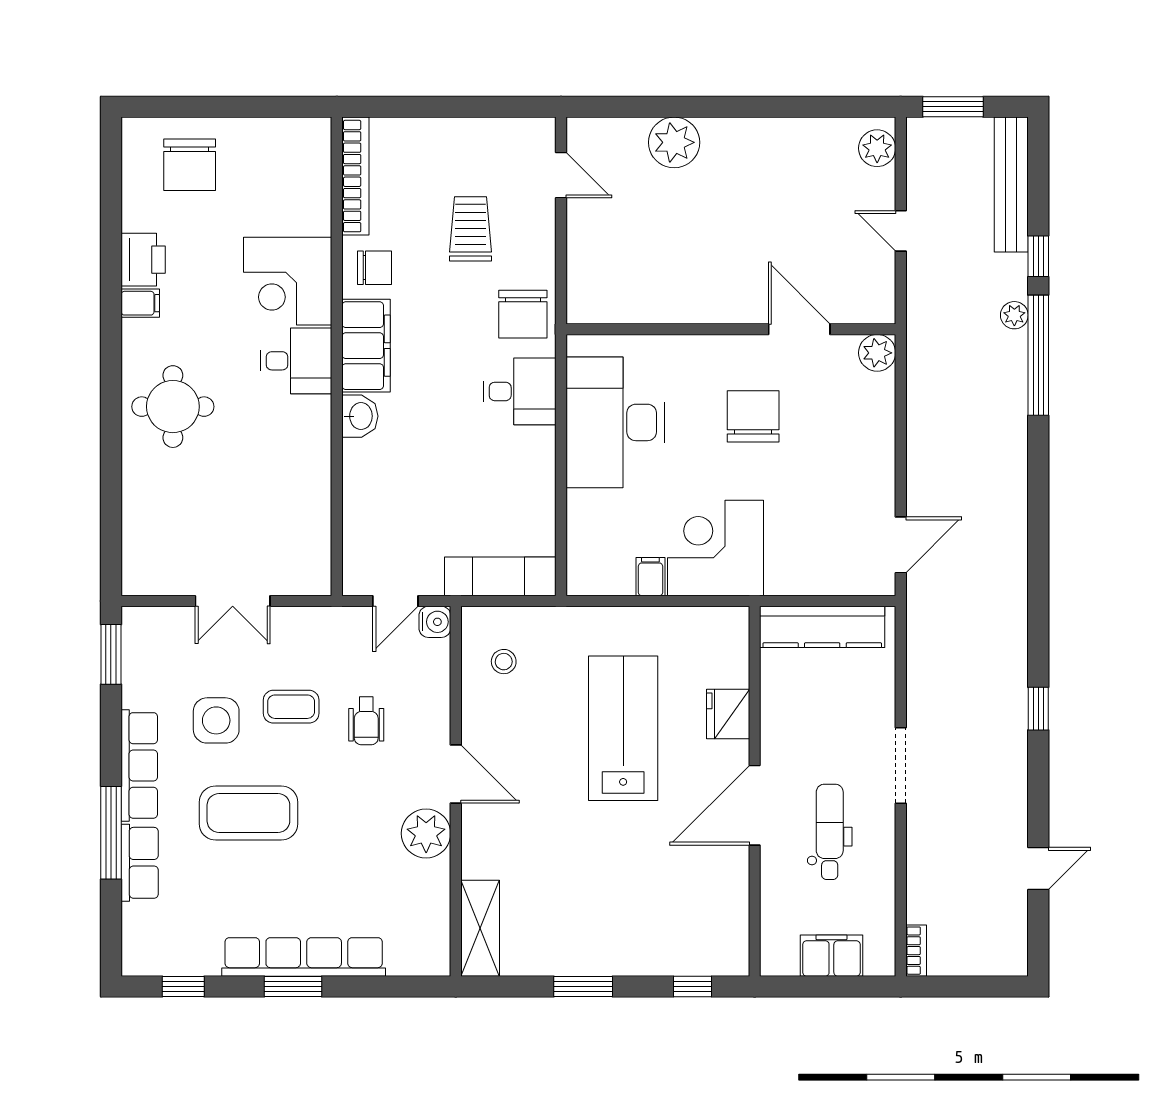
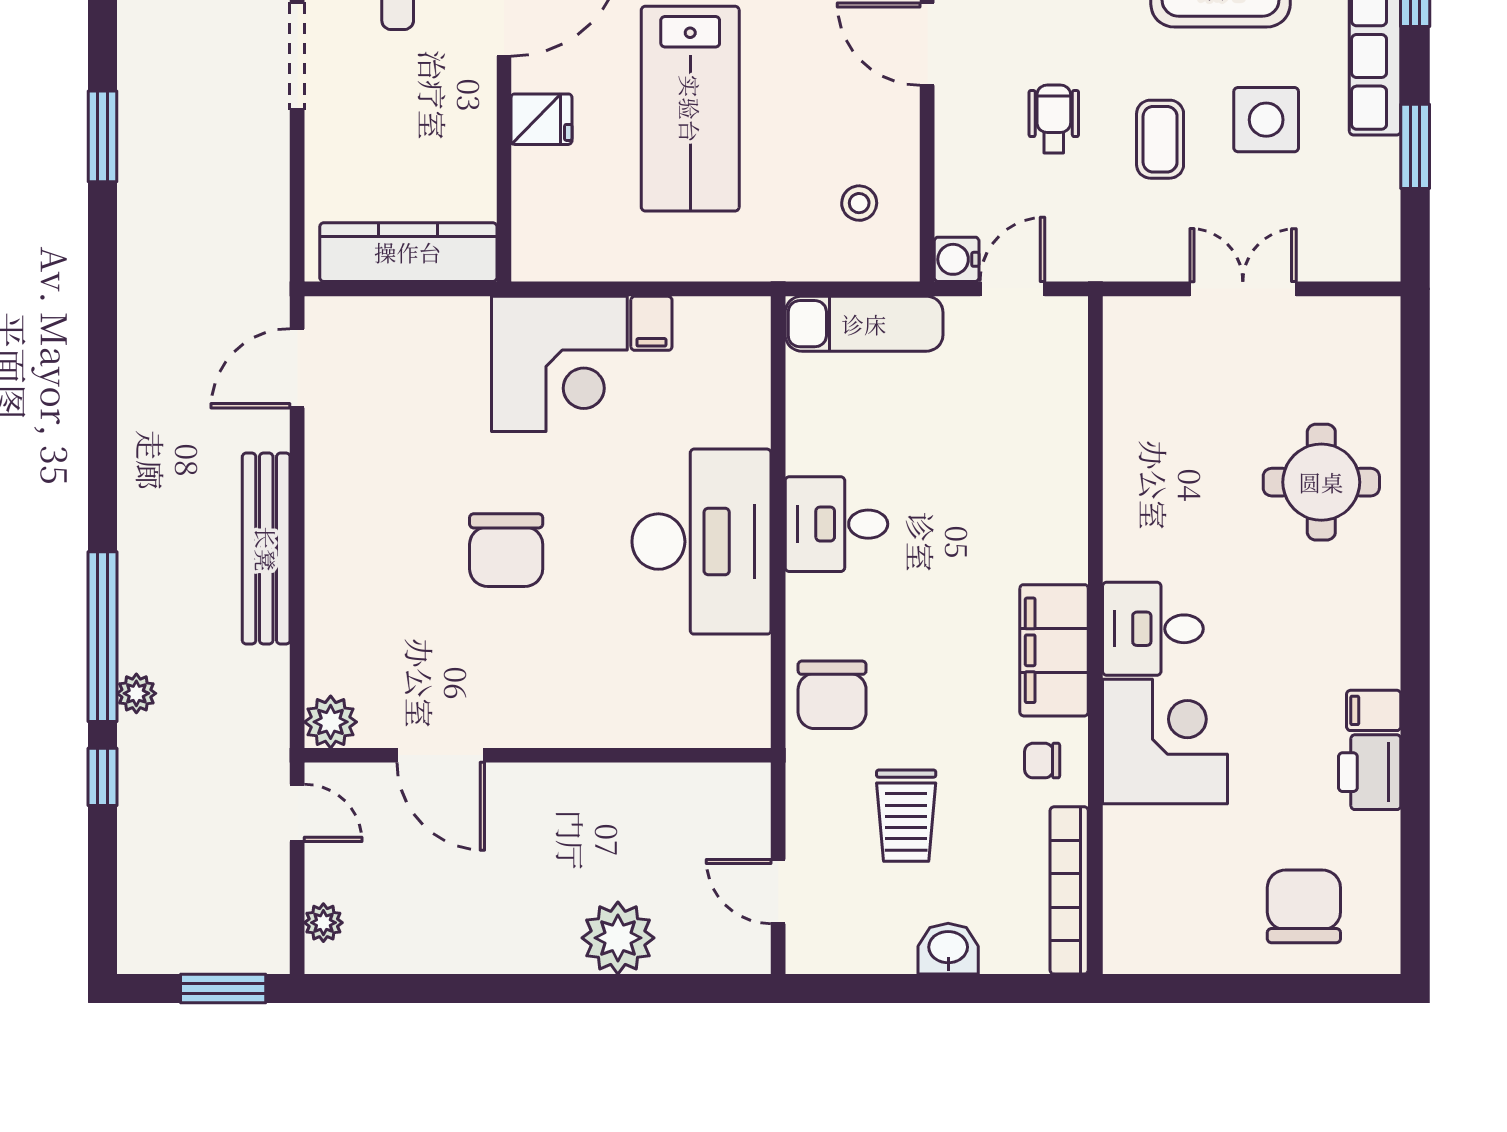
plant: (877, 148) -> (323, 923), width x0.73, depth x0.73
bench: (1011, 185) -> (266, 549), moved
chair: (374, 268) -> (1042, 761), width x0.73, depth x0.73
chair: (523, 314) -> (832, 695), turned 180
wall: (731, 329) -> (538, 755), moved
door: (799, 329) -> (441, 755), moved
plant: (877, 353) -> (331, 722), moved
desk: (520, 391) -> (836, 524), moved
round table: (173, 407) -> (1321, 482), moved
washbasin: (360, 416) -> (948, 949), moved, turned 90
window: (111, 654) -> (1415, 146), moved
coffee table: (291, 707) -> (1160, 139), turned 90
window: (1038, 709) -> (102, 136), width x1.50
fridge: (728, 714) -> (542, 119), width x0.72

